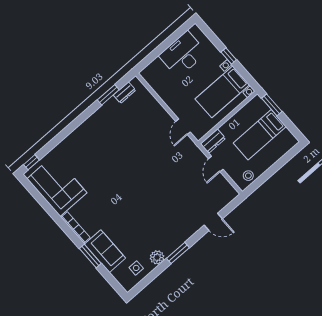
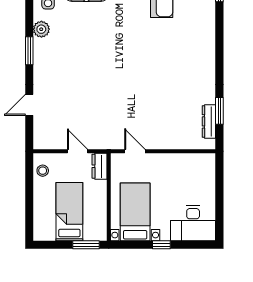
desk: (183, 54) -> (193, 223), moved, turned 90
dresser: (125, 93) -> (209, 121), width x1.44

